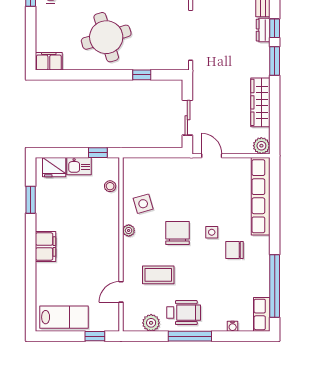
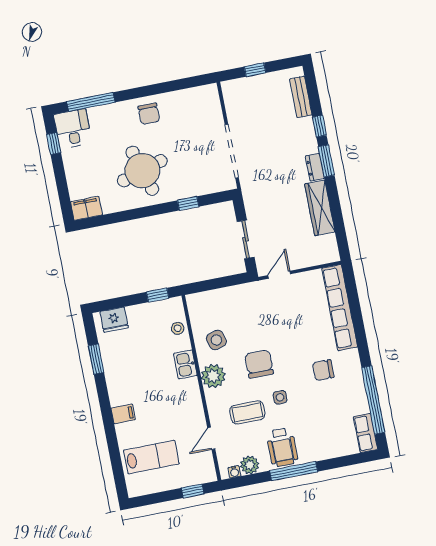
dresser: (263, 30) -> (315, 167), moved
plant: (261, 146) -> (330, 254), removed
door: (212, 156) -> (279, 275), hinge flipped
kitchen sink: (79, 166) -> (185, 364), moved, turned 90
plant: (129, 230) -> (213, 376), width x1.88, depth x1.88
side table: (212, 232) -> (280, 397), moved
filing cabinet: (46, 247) -> (123, 414), width x0.50
wheelchair: (184, 313) -> (282, 447), turned 90
lab bench: (64, 317) -> (151, 457), moved
water cooler: (233, 326) -> (234, 472), moved

